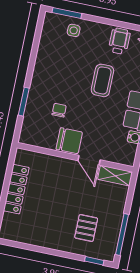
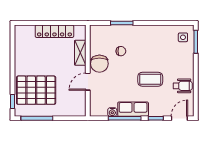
side table: (74, 30) -> (183, 37), moved
shelving: (115, 176) -> (80, 53), moved
pallet: (86, 228) -> (36, 90), width x2.05, depth x2.00

